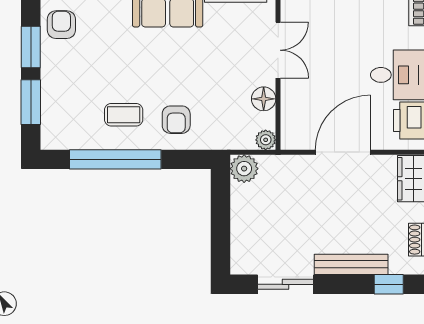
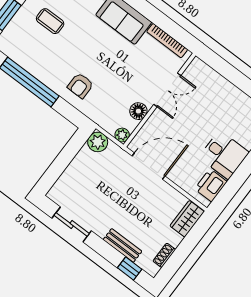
coffee table: (124, 115) -> (50, 21), moved
door: (343, 152) -> (149, 166), moved
bench: (351, 264) -> (122, 245), width x0.73

